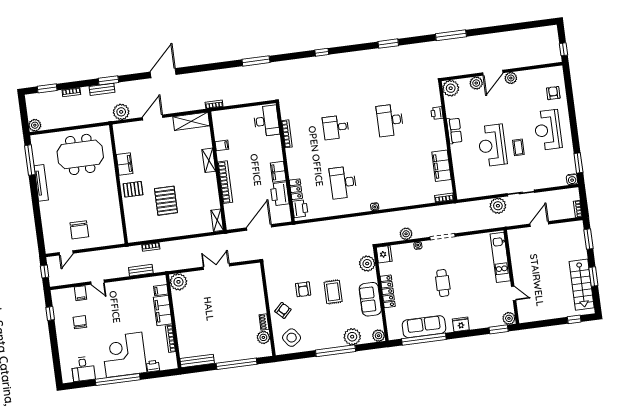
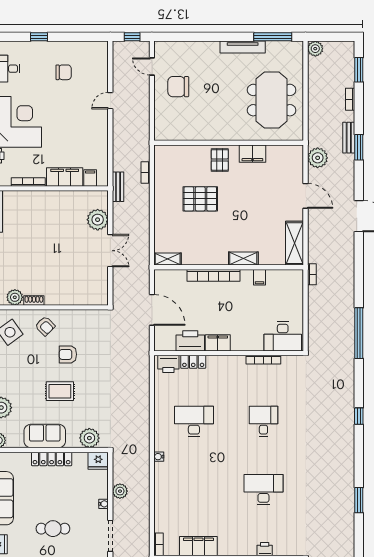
window: (256, 61) -> (359, 333), width x1.46
bench: (141, 270) -> (118, 187), moved
plant: (178, 282) -> (98, 220), moved
filing cabinet: (81, 293) -> (99, 78), removed
window: (50, 313) -> (39, 37), moved

